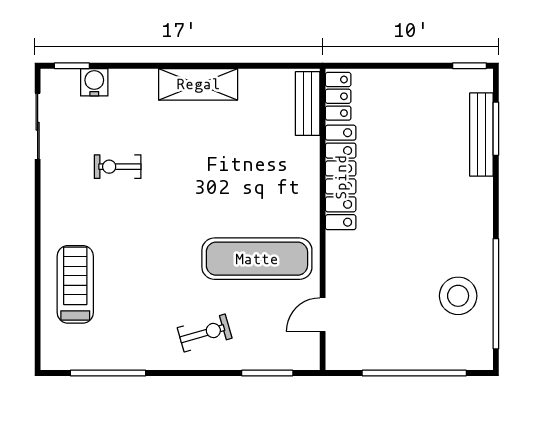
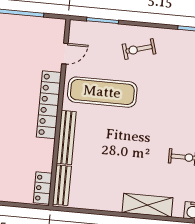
shelving: (198, 84) -> (147, 205), moved
locker: (341, 177) -> (49, 105), moved
bench: (308, 181) -> (66, 137), added

